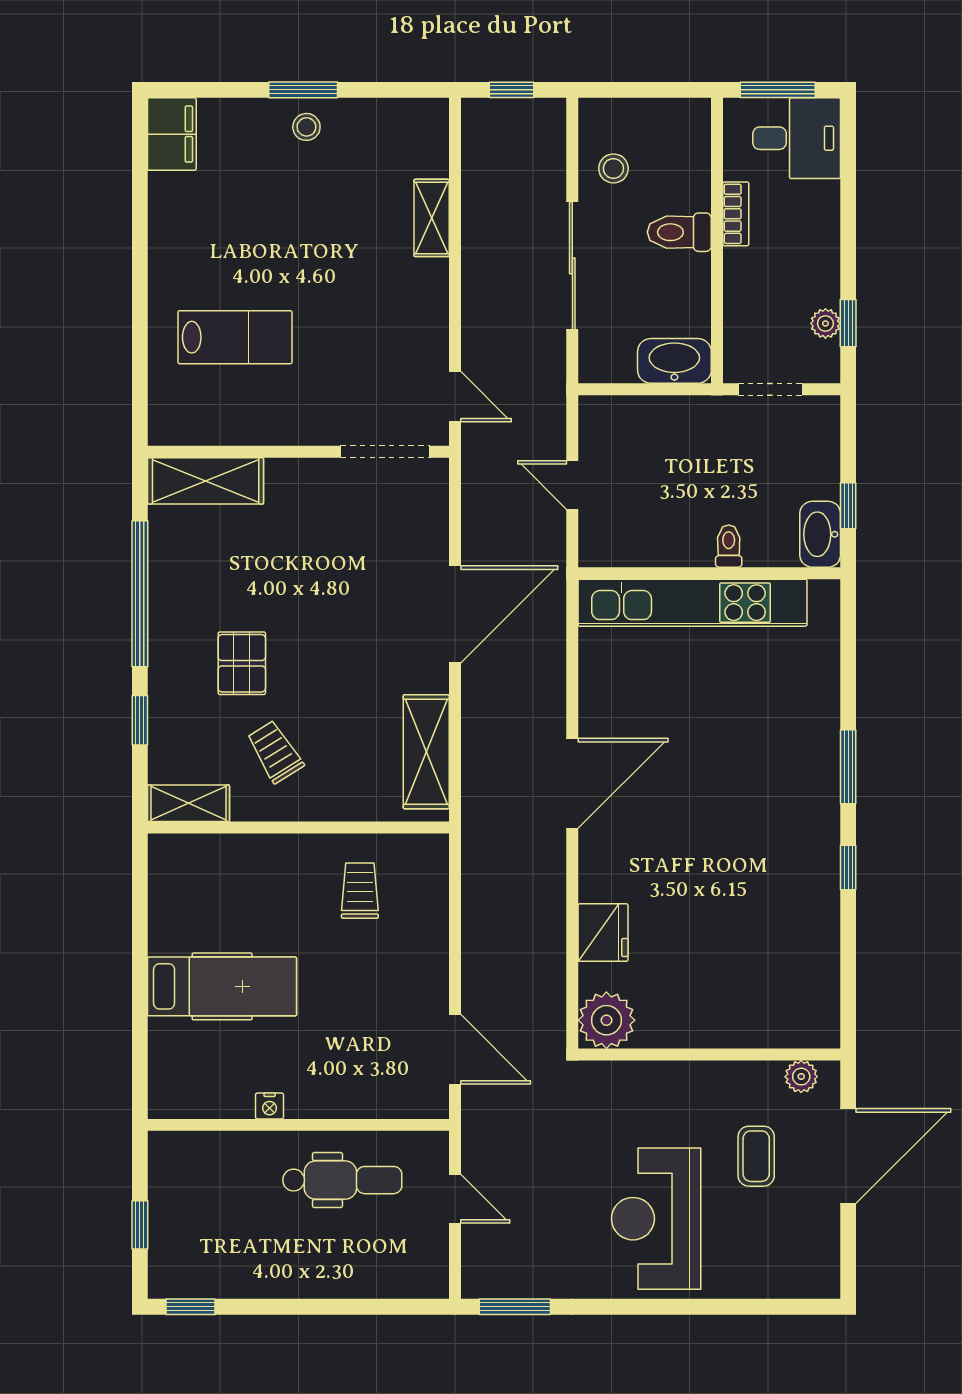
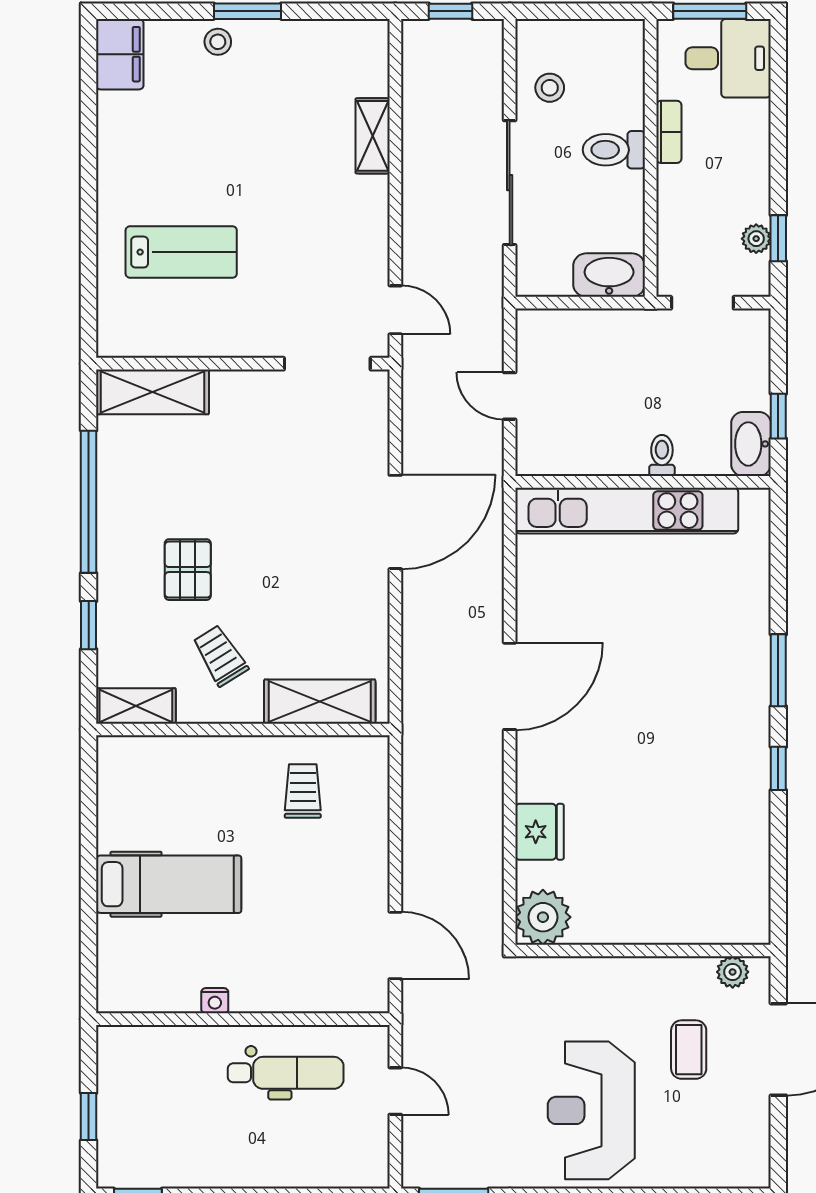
stool: (306, 127) -> (218, 42), moved
shelving: (426, 752) -> (320, 702), moved, turned 90

